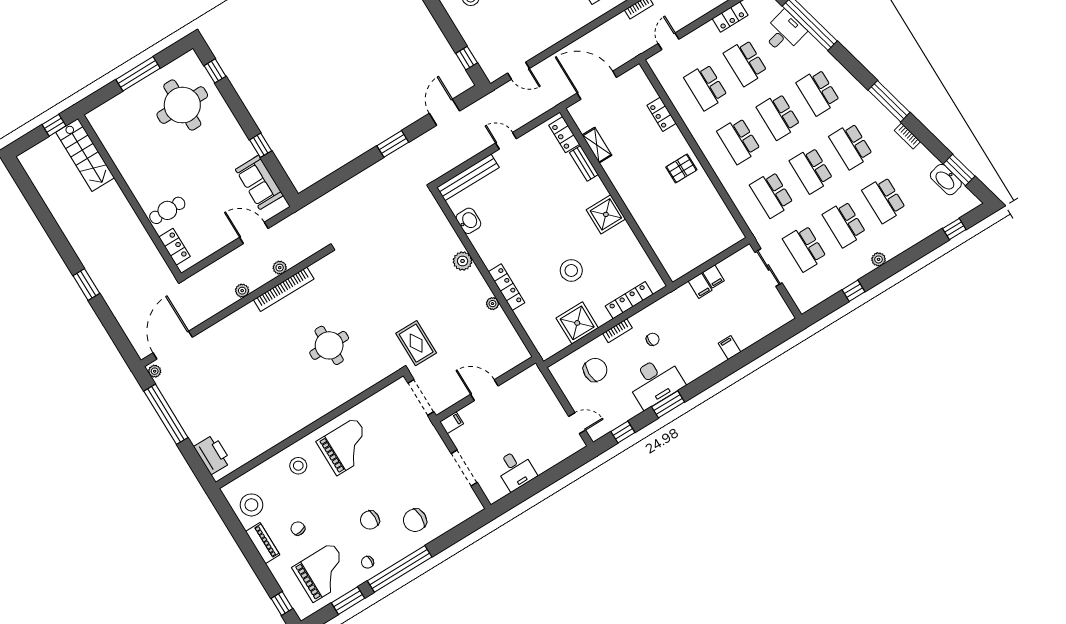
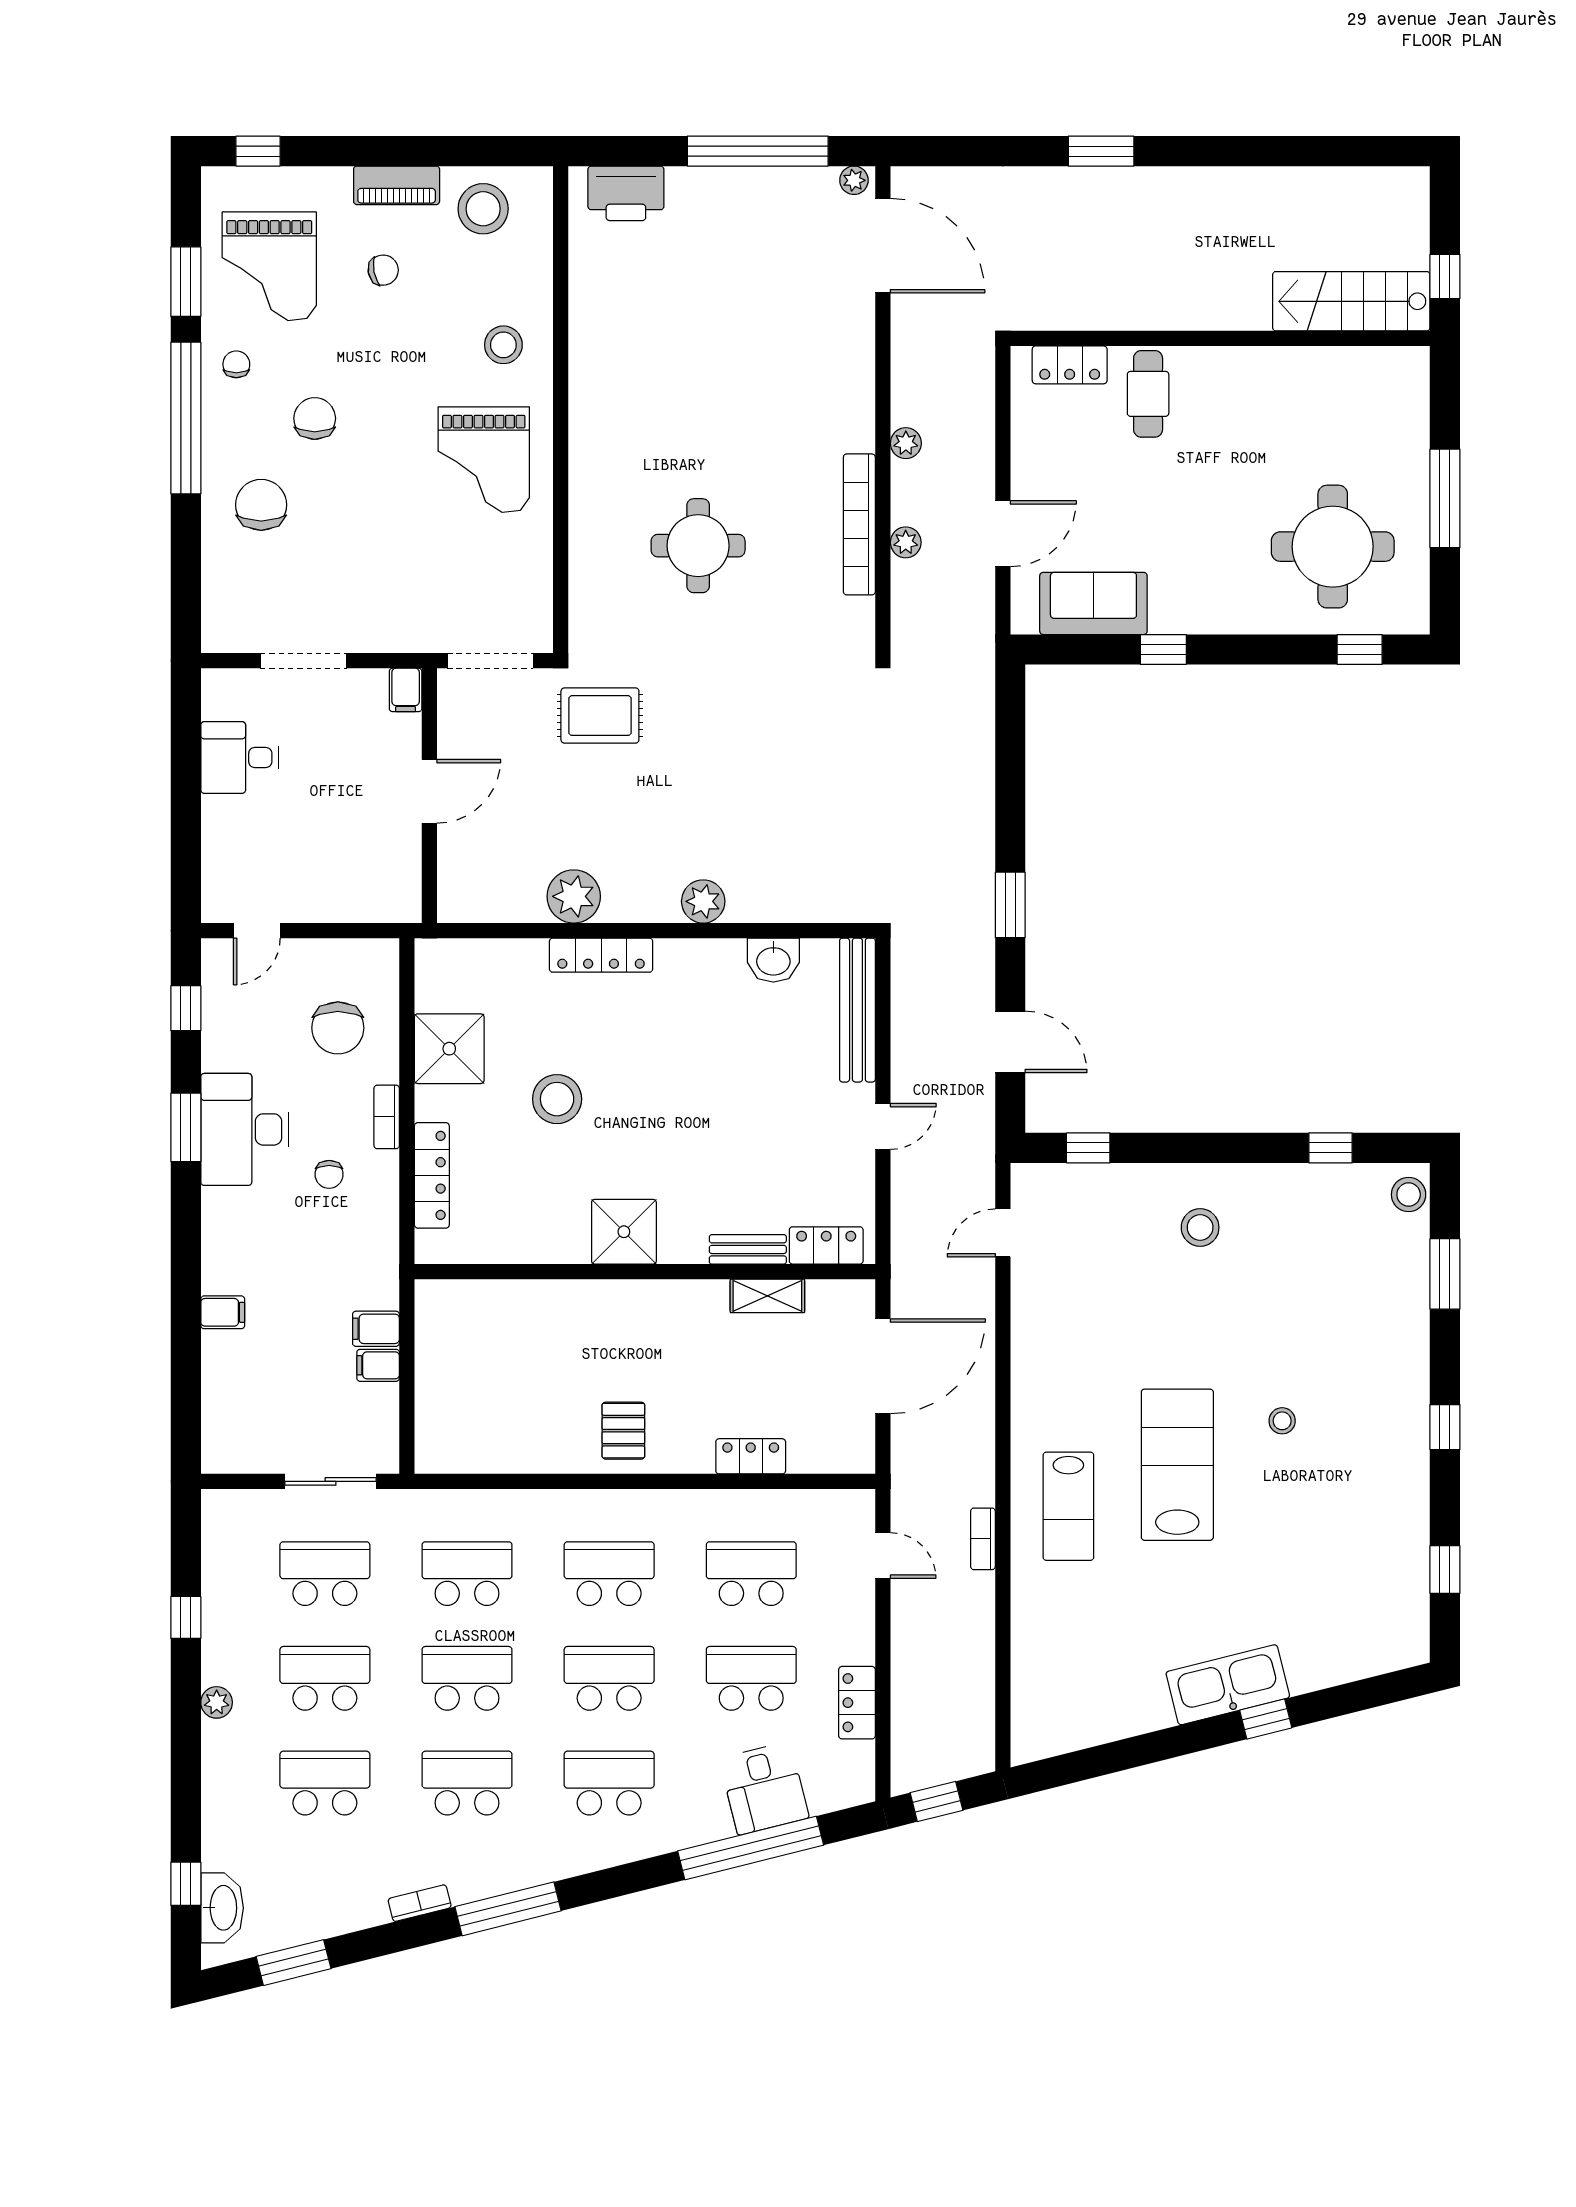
washbasin: (946, 180) -> (222, 1908), moved, turned 104
plant: (493, 304) -> (574, 896), width x1.87, depth x1.87

